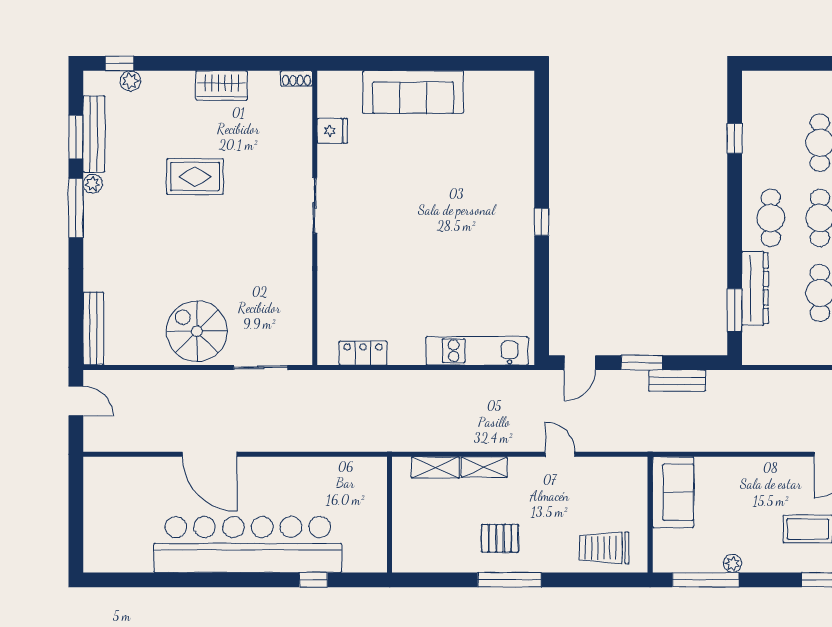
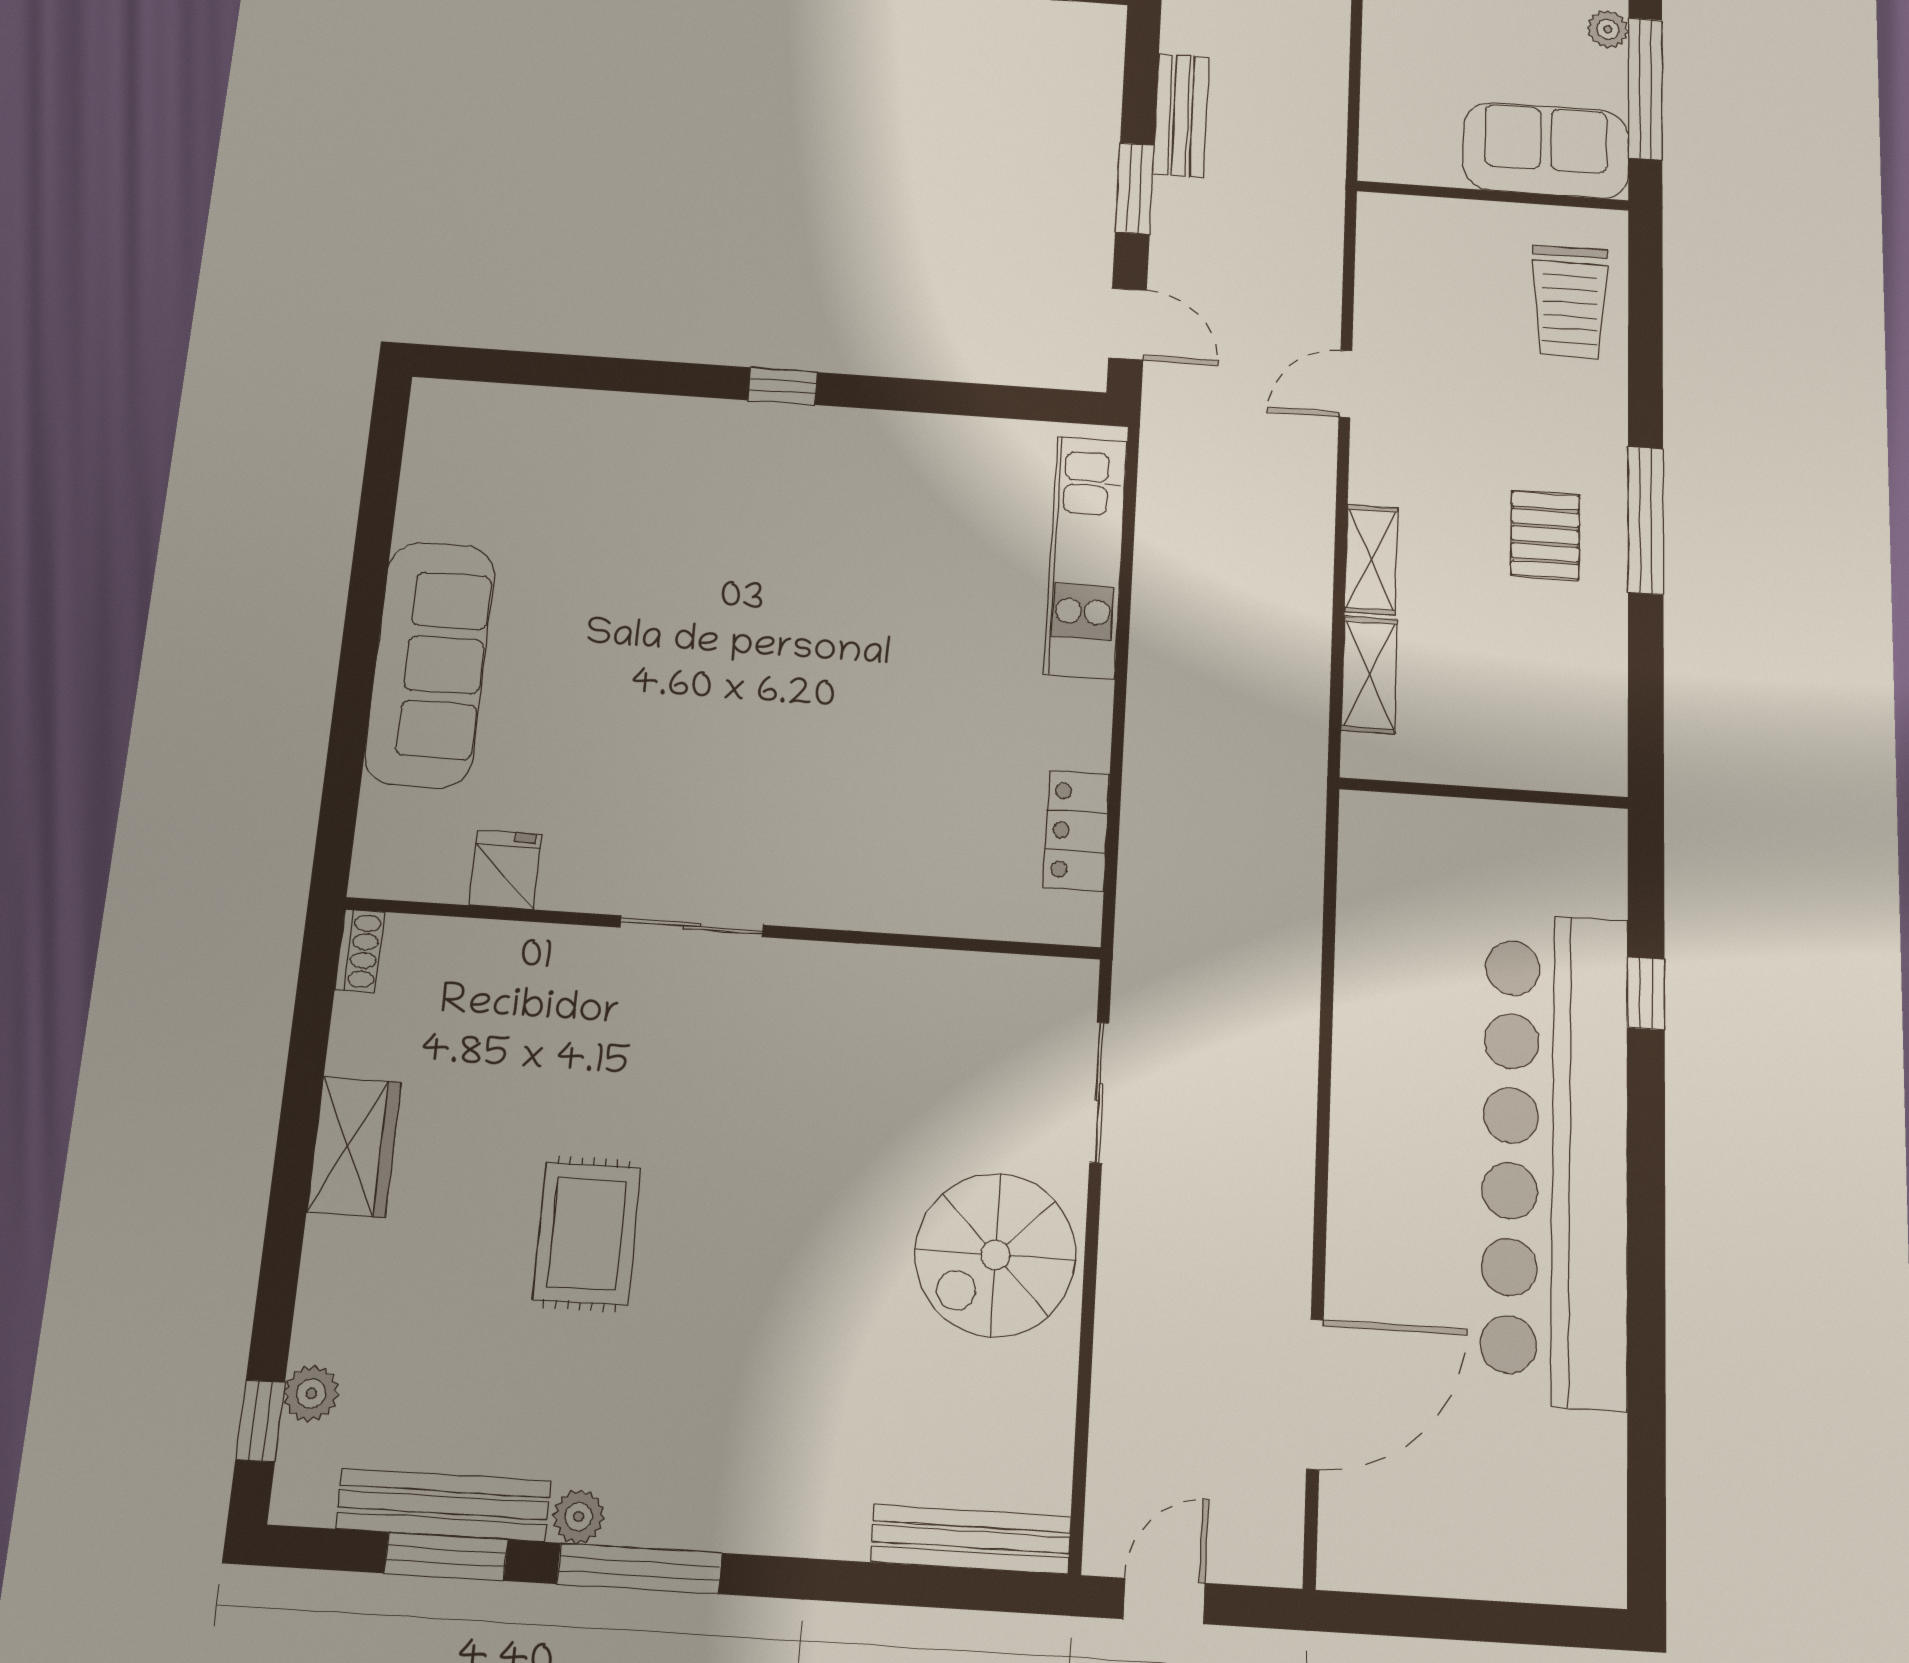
door: (210, 454) -> (1315, 1394), moved
sofa: (673, 492) -> (1546, 150), moved

